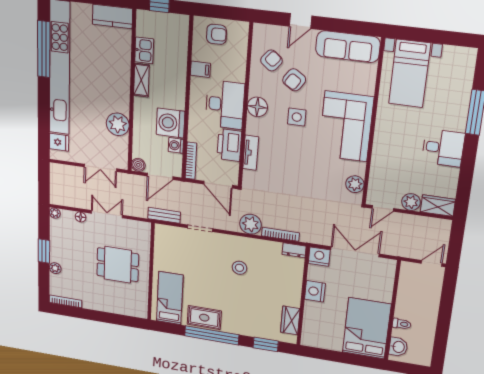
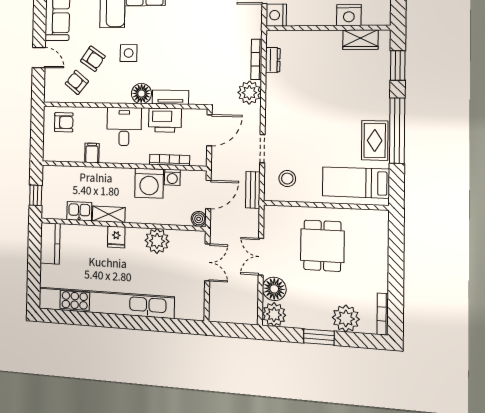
armchair: (216, 34) -> (64, 122), moved, turned 90
window: (44, 49) -> (88, 319), removed
desk: (225, 105) -> (124, 127), width x0.73
floor lamp: (257, 107) -> (141, 94), moved
fridge: (59, 142) -> (116, 237), moved, turned 180
bookcase: (191, 161) -> (170, 160), moved
door: (160, 176) -> (208, 194), hinge flipped
plant: (55, 213) -> (274, 314), width x1.88, depth x1.88
floor lamp: (81, 217) -> (274, 289), width x1.89, depth x1.89
dresser: (294, 250) -> (273, 60), moved
plant: (55, 268) -> (346, 318), width x1.88, depth x1.88
stool: (239, 268) -> (287, 179), moved
nightstand: (315, 291) -> (349, 15), moved

